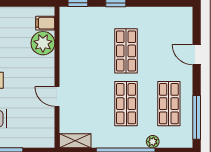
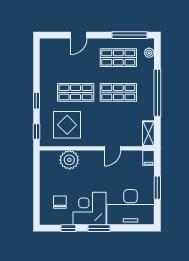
filing cabinet: (45, 23) -> (149, 158), moved
display table: (86, 40) -> (67, 125), added
plant: (153, 142) -> (149, 53), moved

